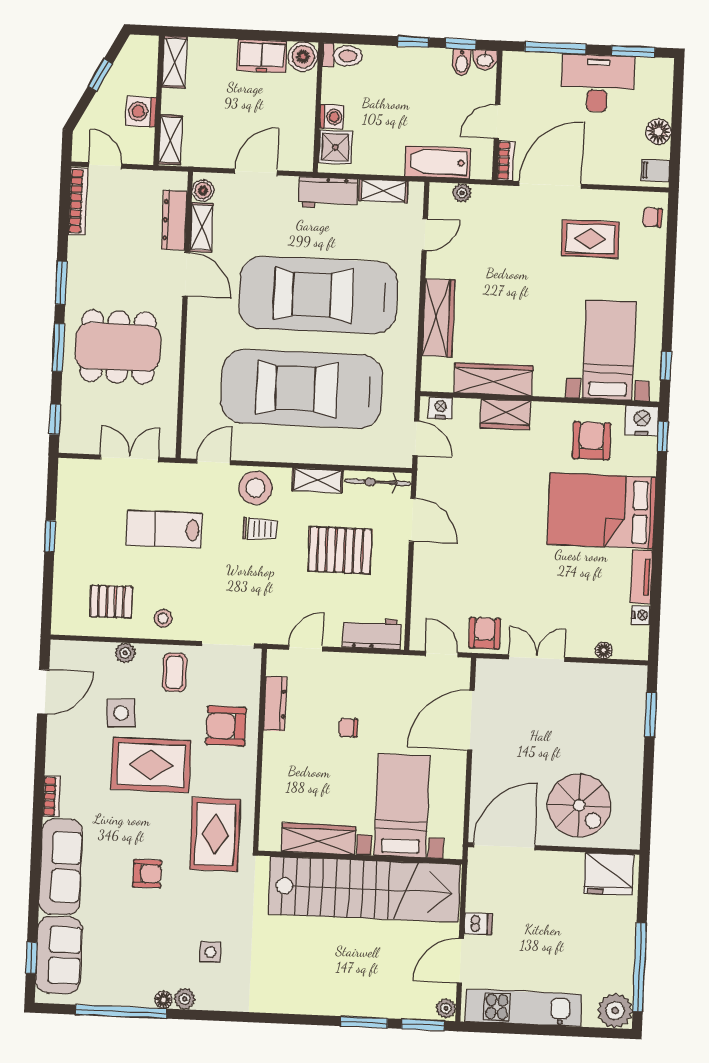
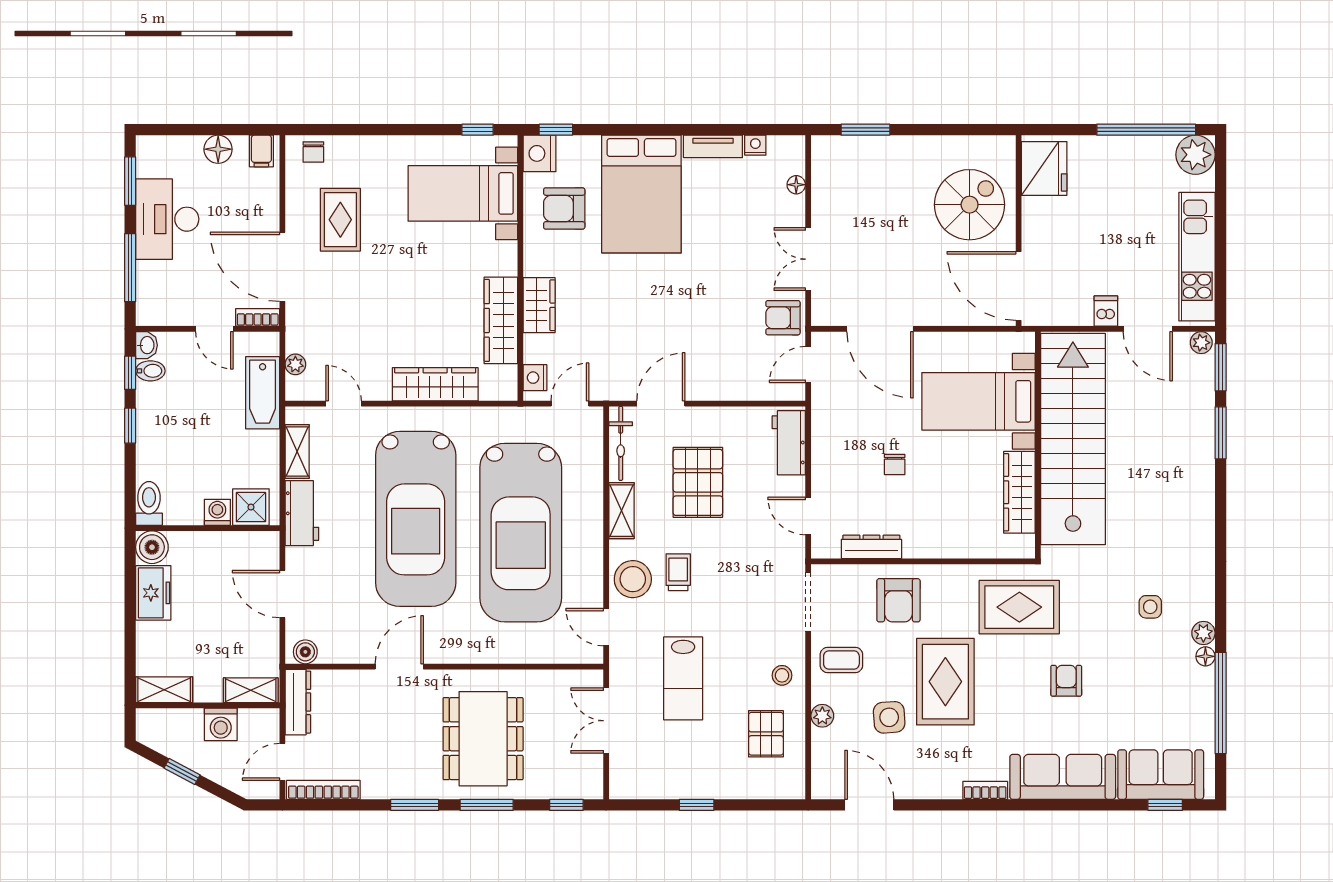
dresser: (174, 220) -> (298, 702), moved, turned -90
shelving: (202, 228) -> (347, 652), removed

